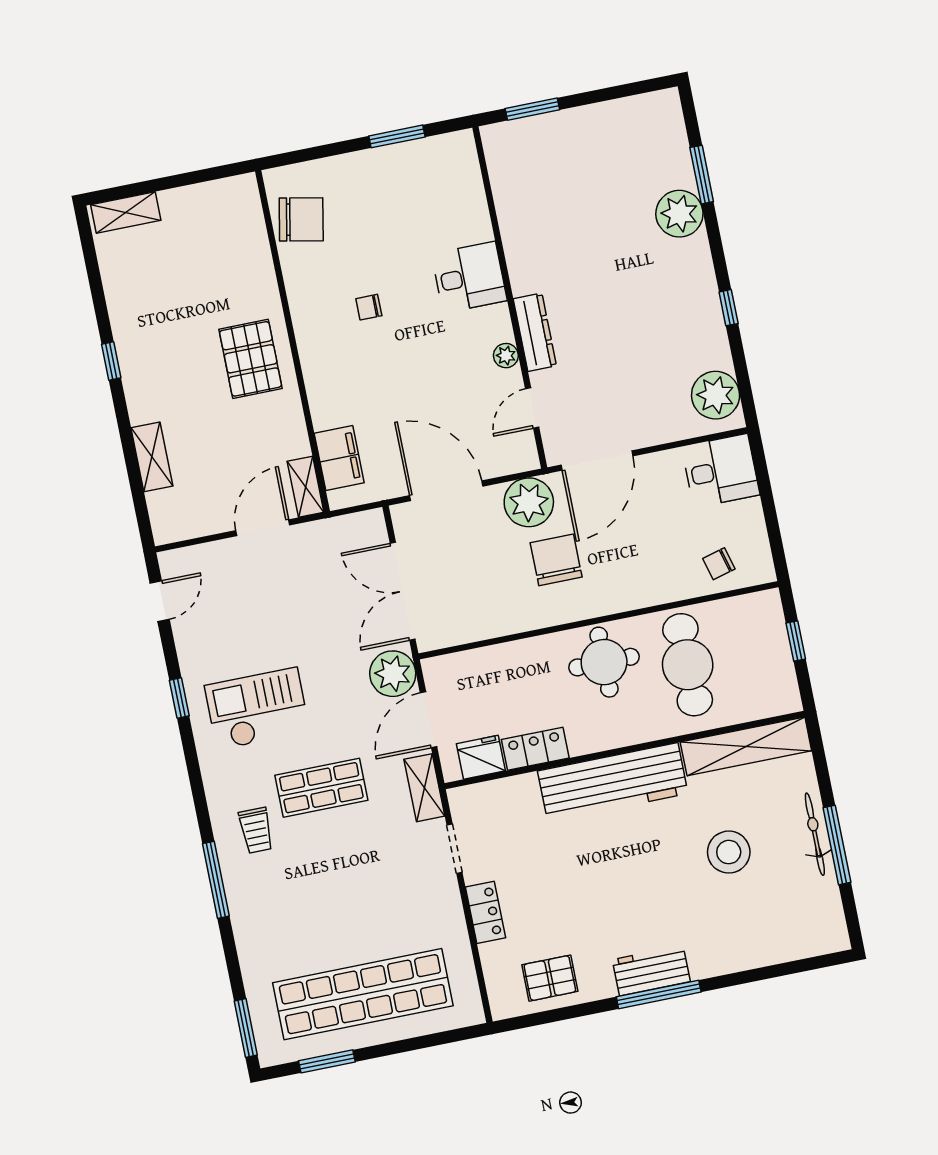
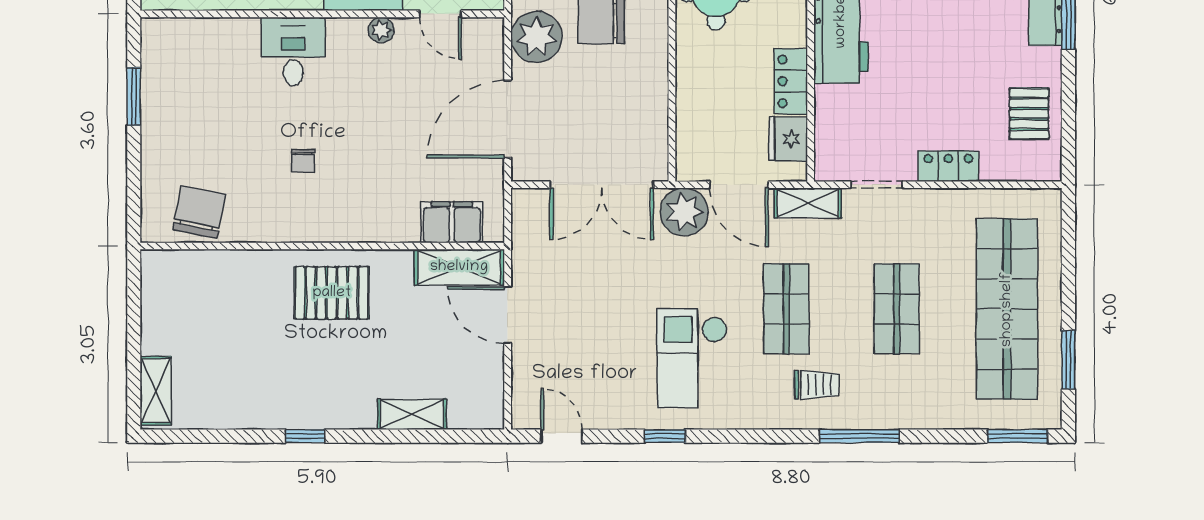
shelving: (306, 487) -> (459, 267), width x1.50, depth x1.33
shop shelf: (342, 891) -> (897, 309), added

